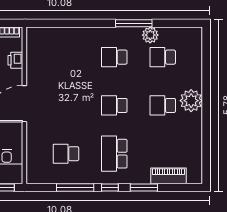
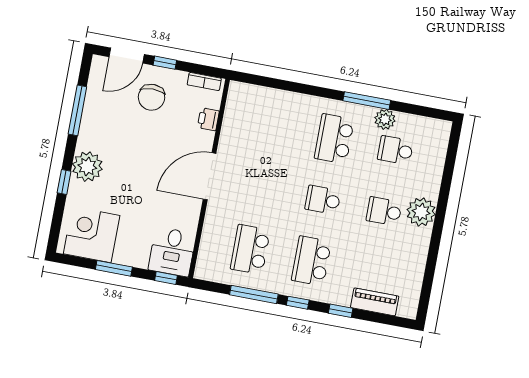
school desk: (114, 57) -> (334, 139), width x1.85
school desk: (66, 154) -> (250, 249), width x1.85
window: (144, 188) -> (341, 311), width x0.67

